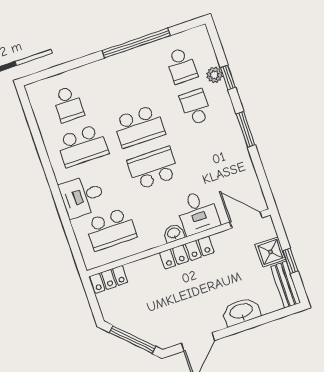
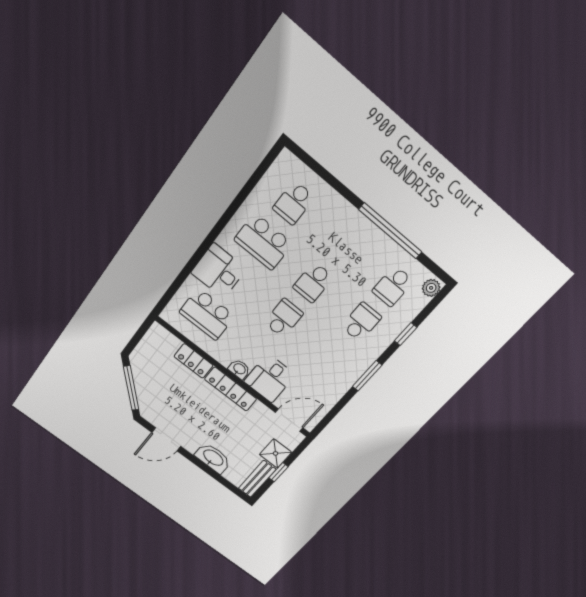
plant: (214, 75) -> (431, 288), moved
school desk: (139, 126) -> (313, 282), width x0.54
school desk: (153, 168) -> (284, 318), width x0.54
door: (246, 220) -> (289, 420), hinge flipped
locker: (109, 279) -> (193, 361), moved

